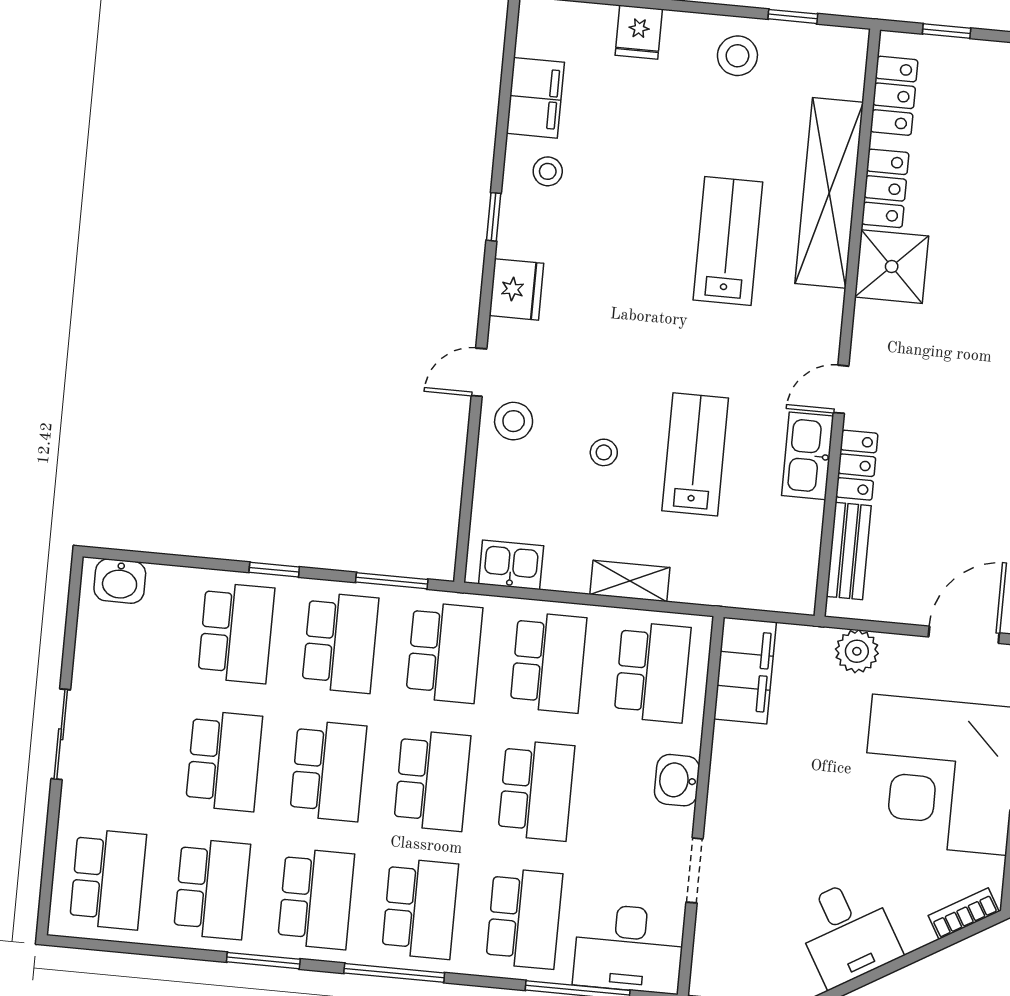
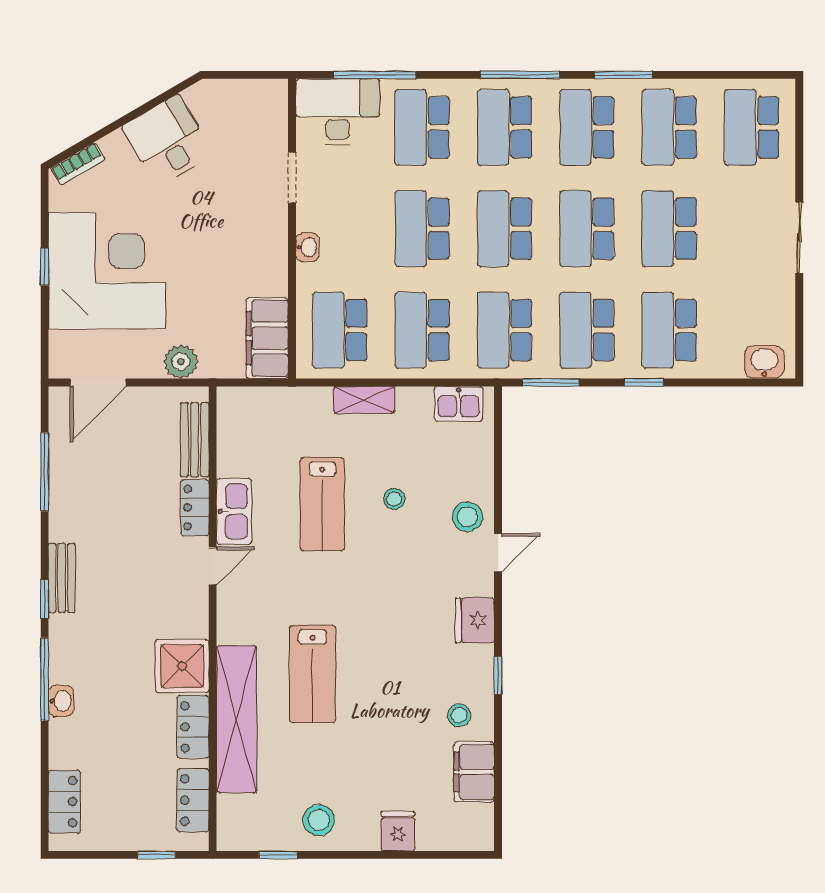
washbasin: (677, 780) -> (307, 247), width x0.72, depth x0.69

